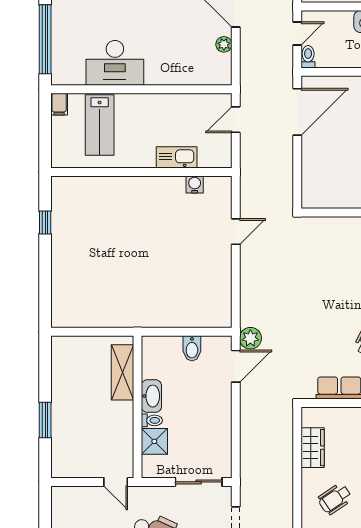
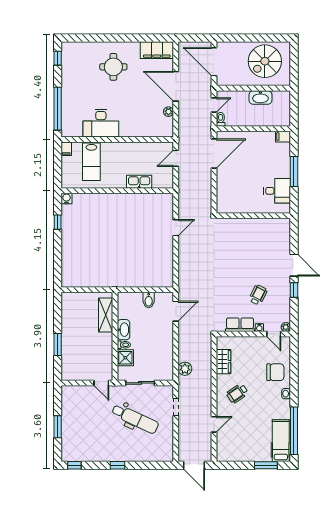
water cooler: (195, 184) -> (67, 198), moved
plant: (250, 338) -> (185, 369), moved
sliding door: (199, 482) -> (140, 383), moved

